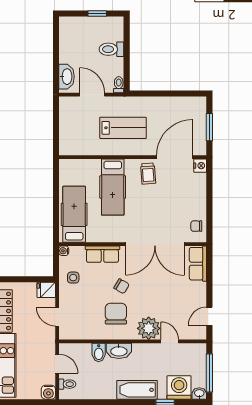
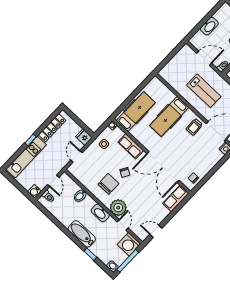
washbasin: (67, 77) -> (209, 26), moved
door: (92, 95) -> (204, 58), hinge flipped
washbasin: (119, 351) -> (100, 213), moved
washing machine: (179, 387) -> (129, 244), moved, turned 180

